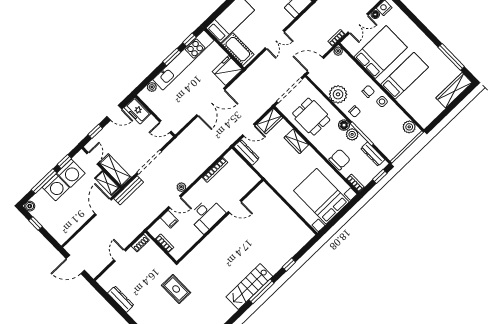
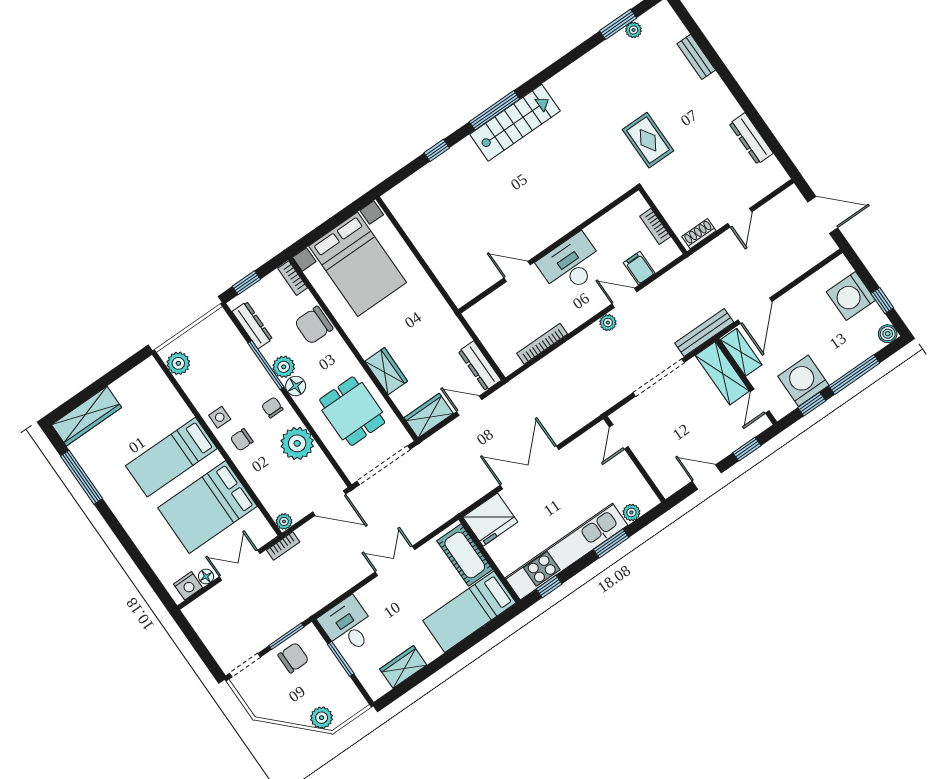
window: (172, 57) -> (611, 543), moved
freezer: (137, 111) -> (665, 474), removed
door: (165, 127) -> (619, 437), swing flipped
washing machine: (56, 187) -> (851, 296), moved, turned -90

